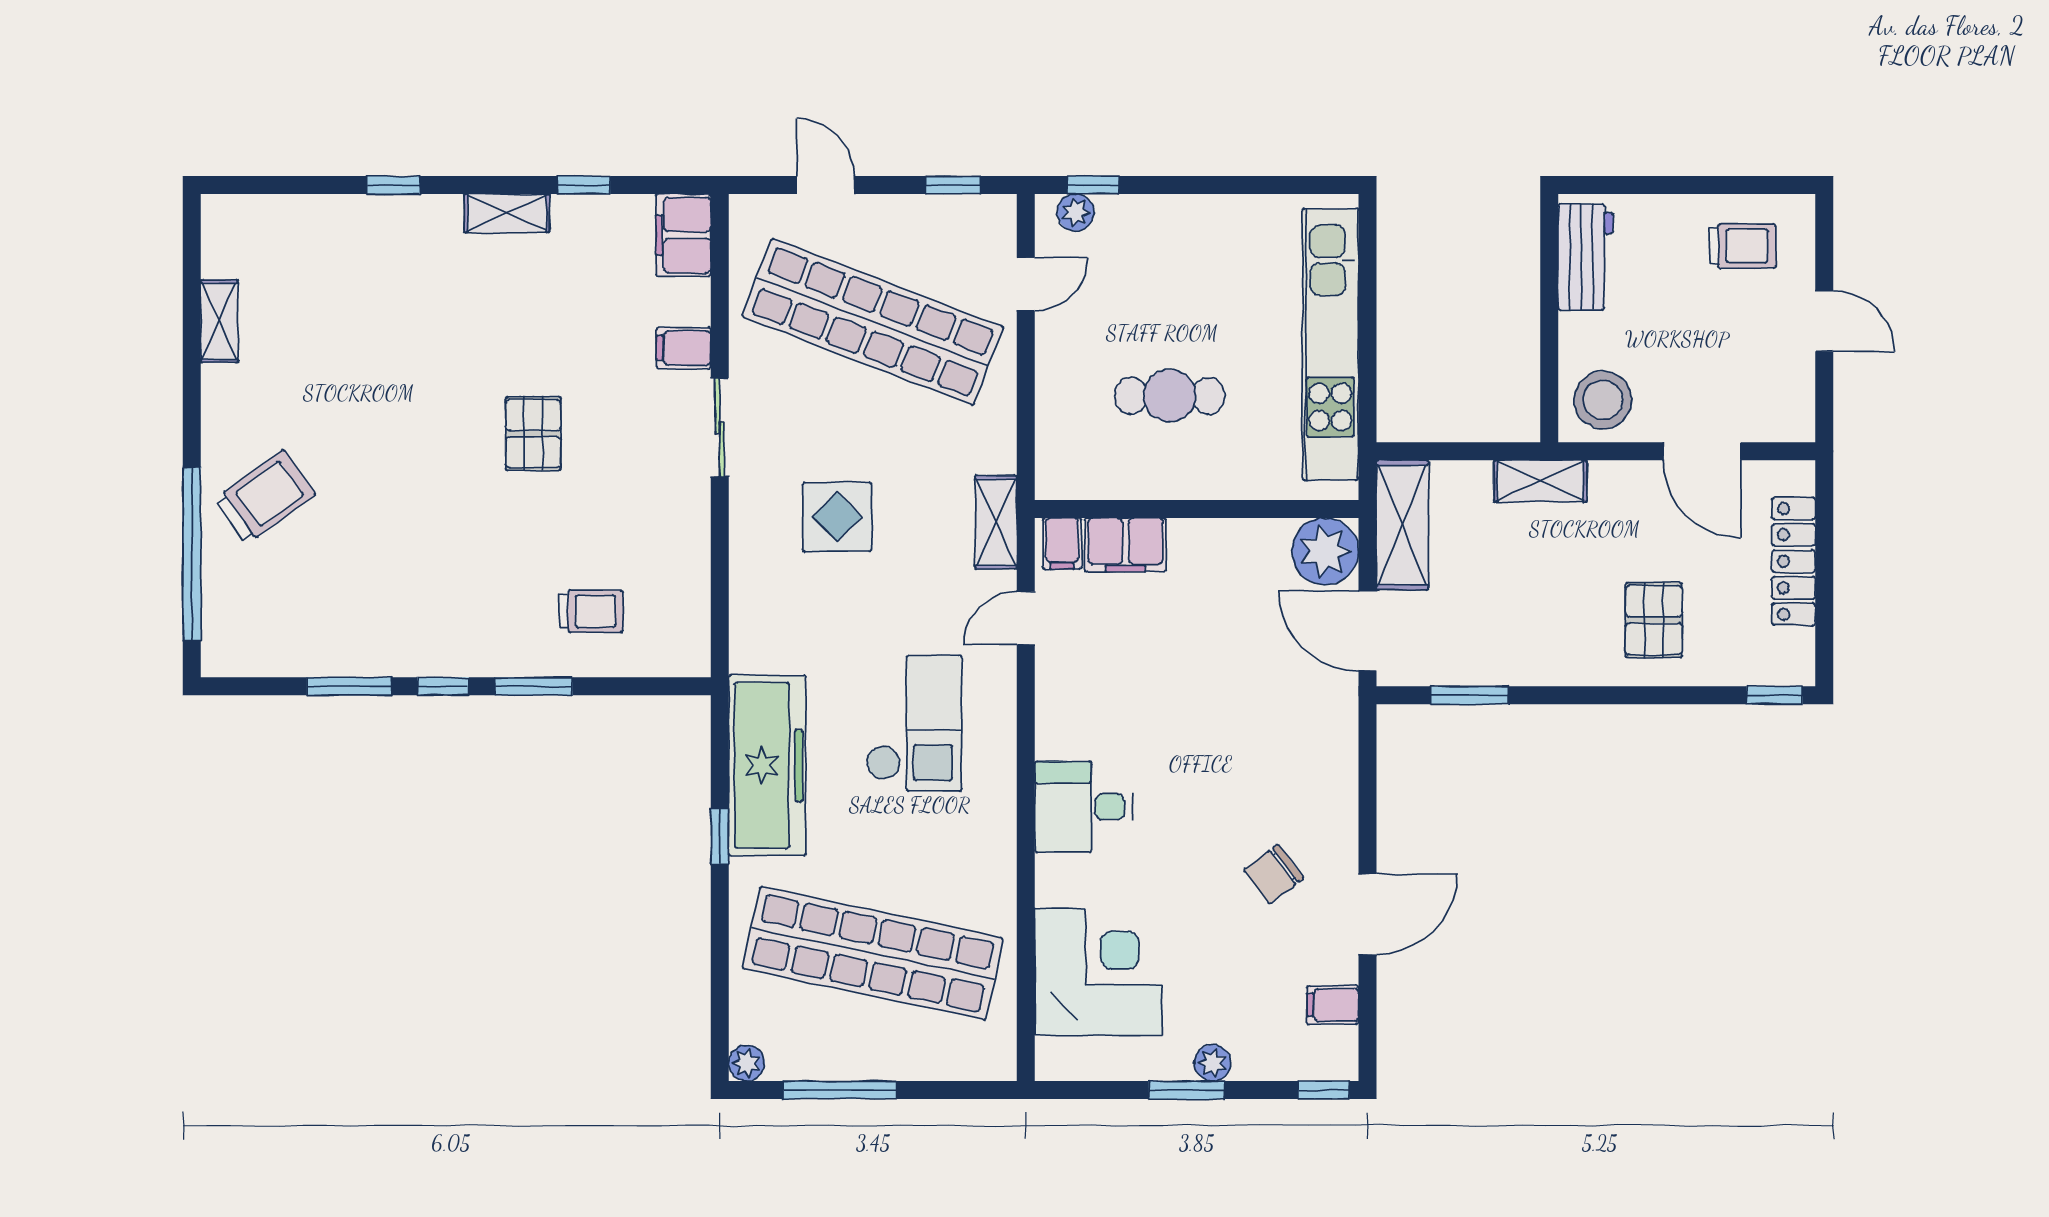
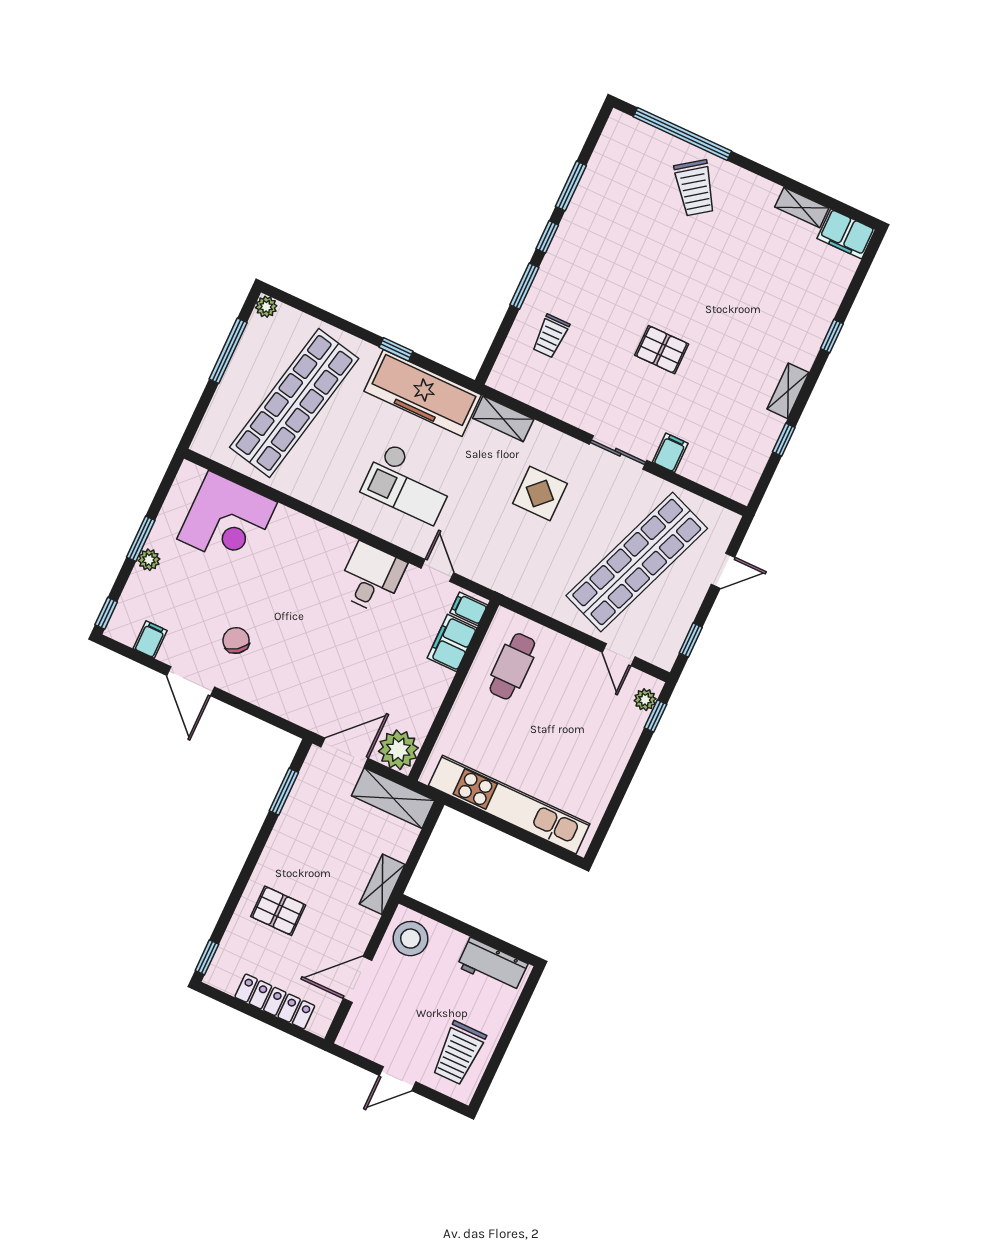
filing cabinet: (683, 235) -> (846, 234), moved, turned 180
trolley: (1742, 246) -> (459, 1053), width x1.36, depth x1.39
cafe table: (1170, 396) -> (512, 666), moved
shelving: (996, 522) -> (503, 419), moved
desk: (1084, 807) -> (371, 578), moved

